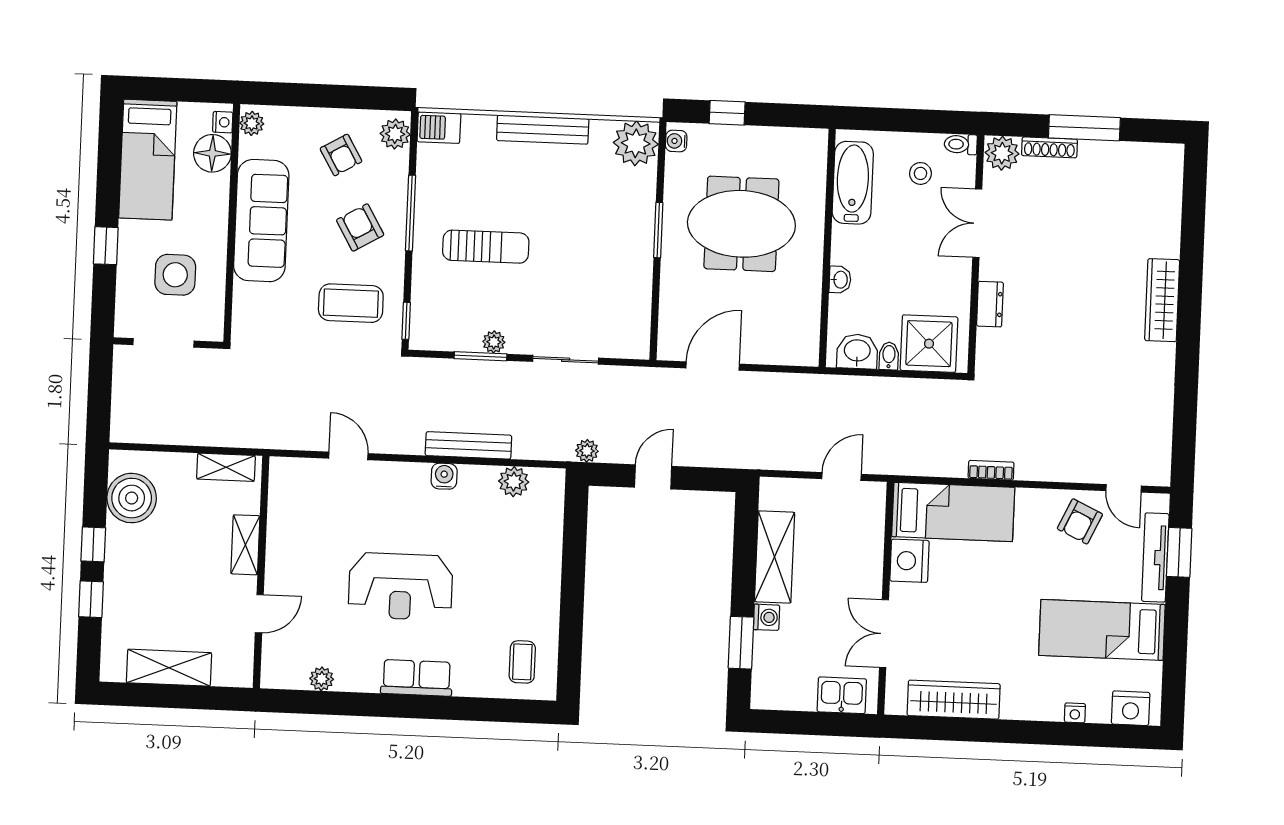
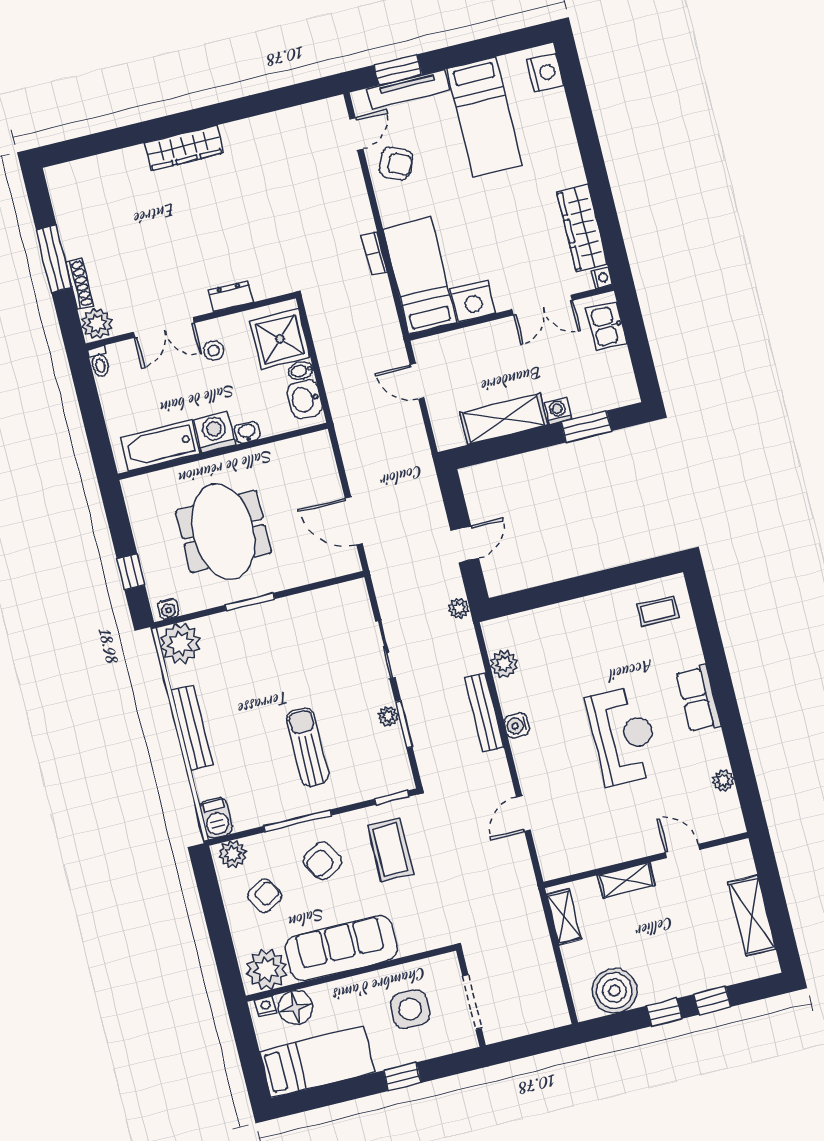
plant: (252, 123) -> (267, 969), width x1.88, depth x1.88
stool: (920, 173) -> (214, 351), moved
washing machine: (850, 245) -> (215, 432), added
door: (653, 477) -> (465, 544), swing flipped
nightstand: (1075, 713) -> (602, 278), moved

